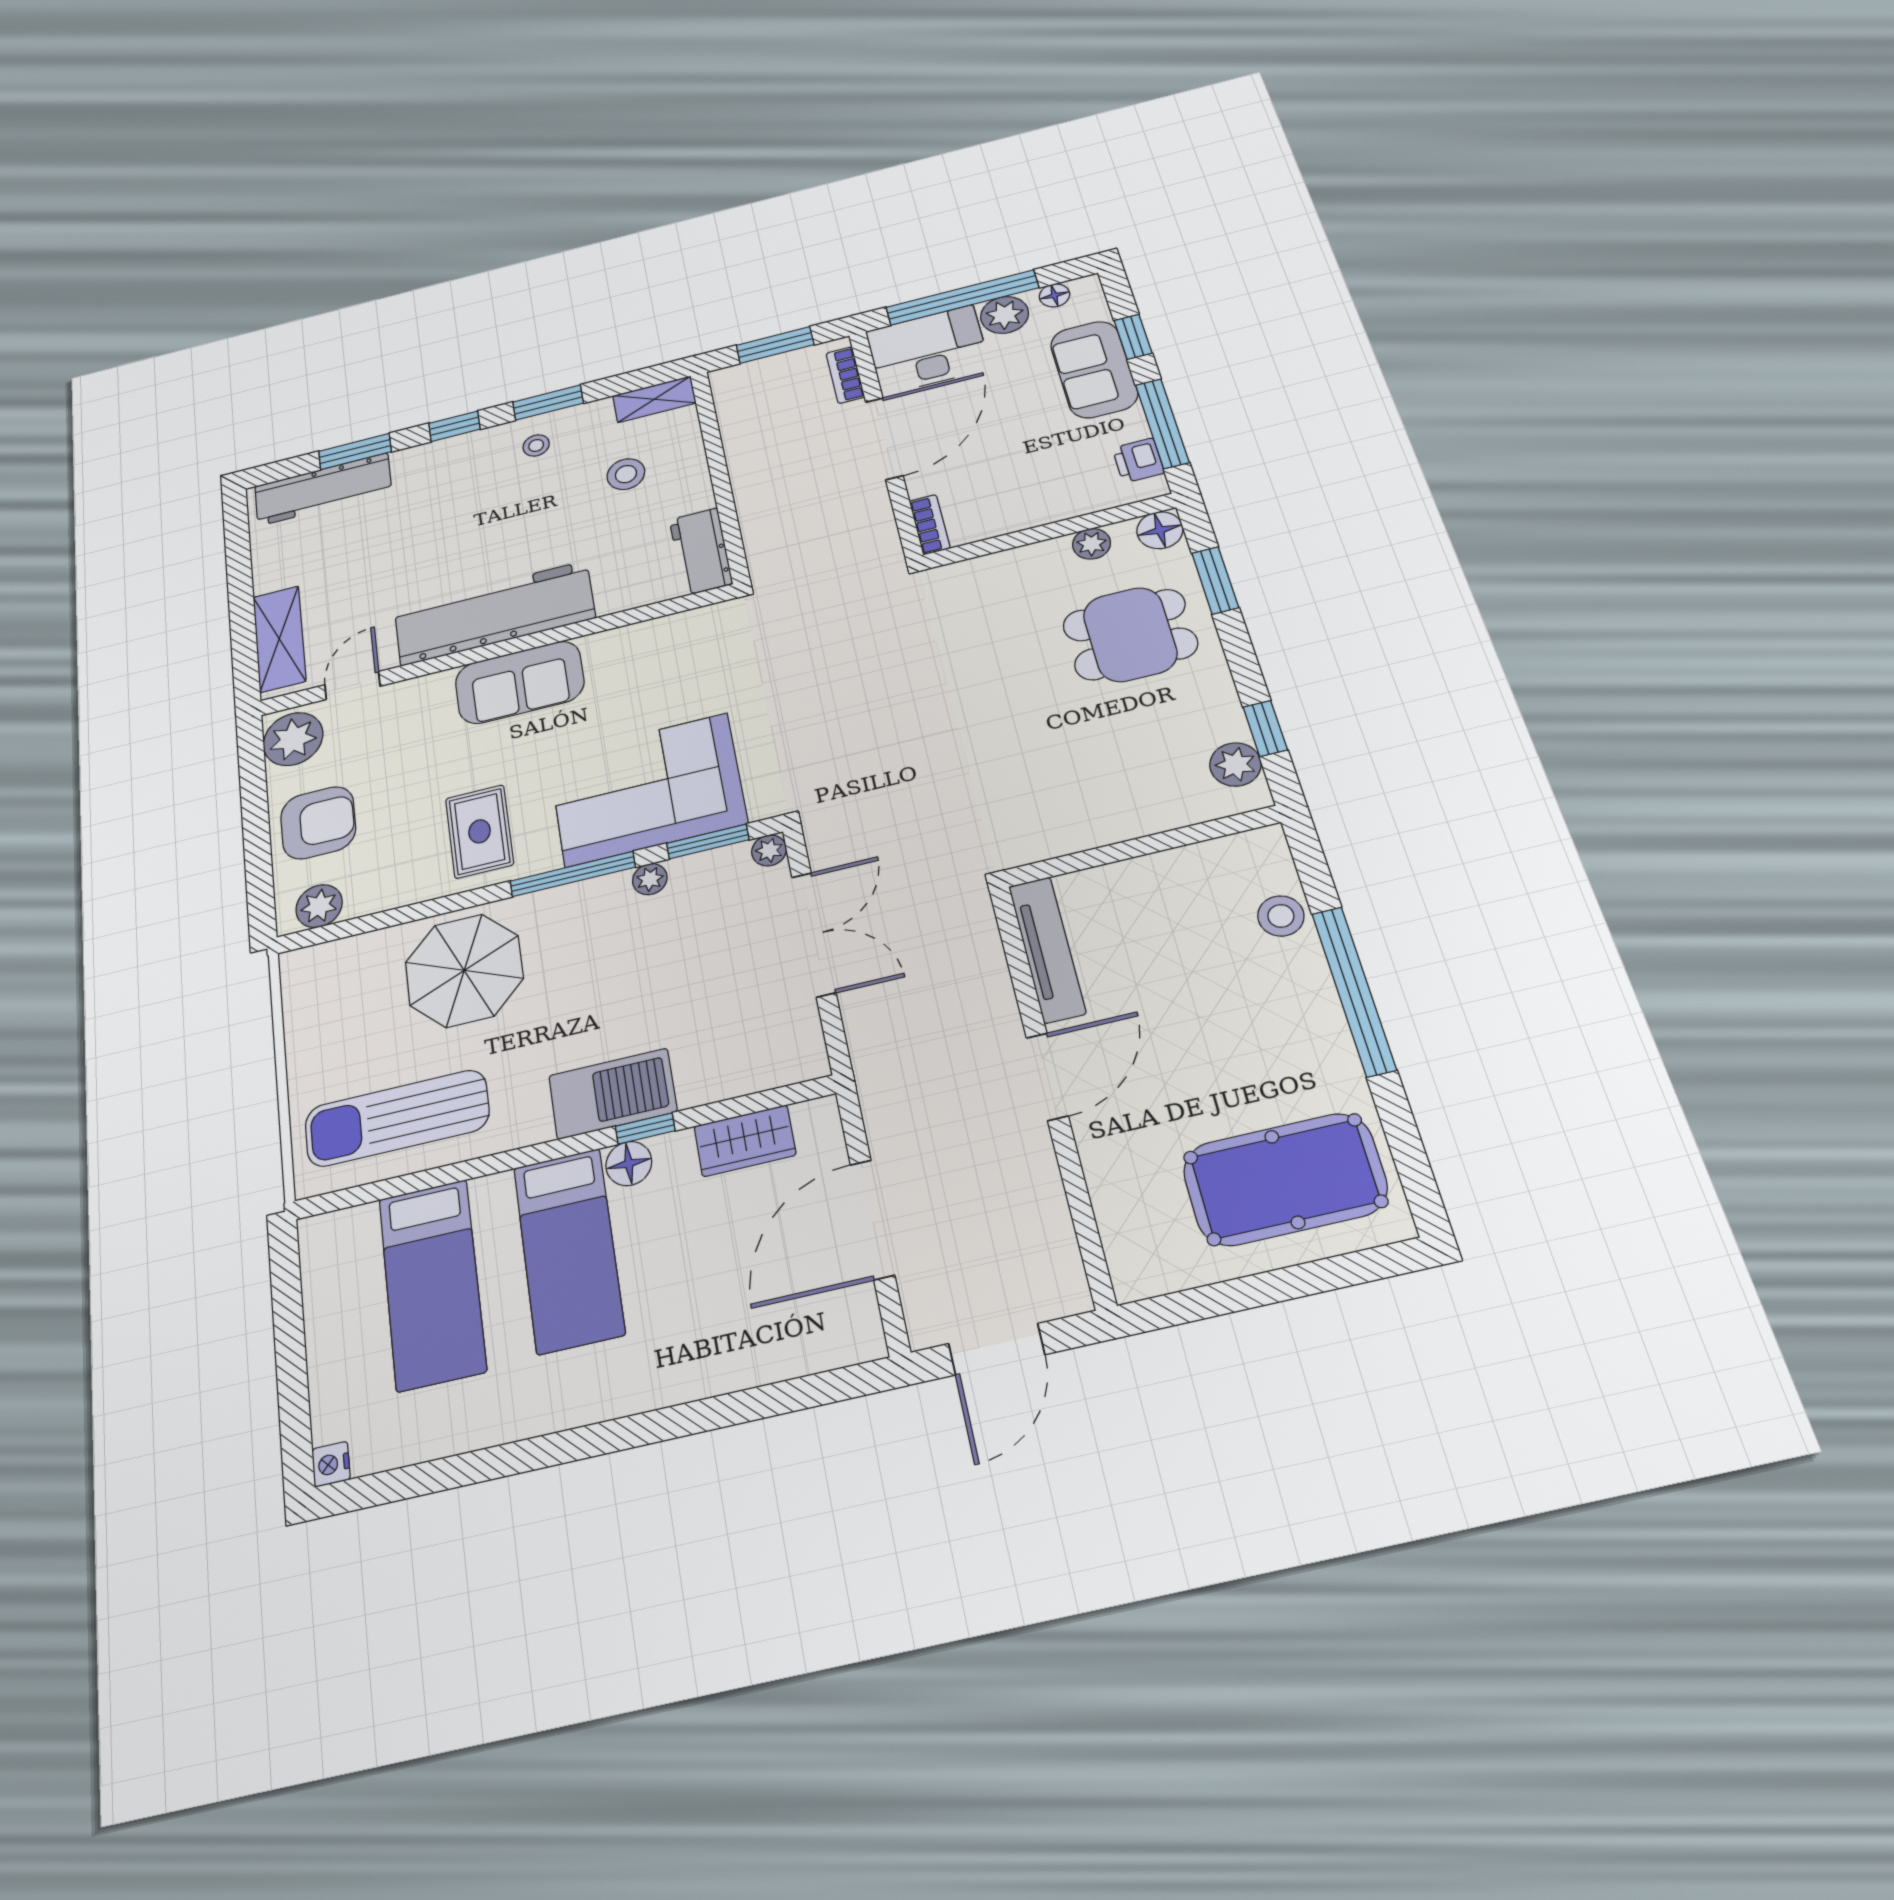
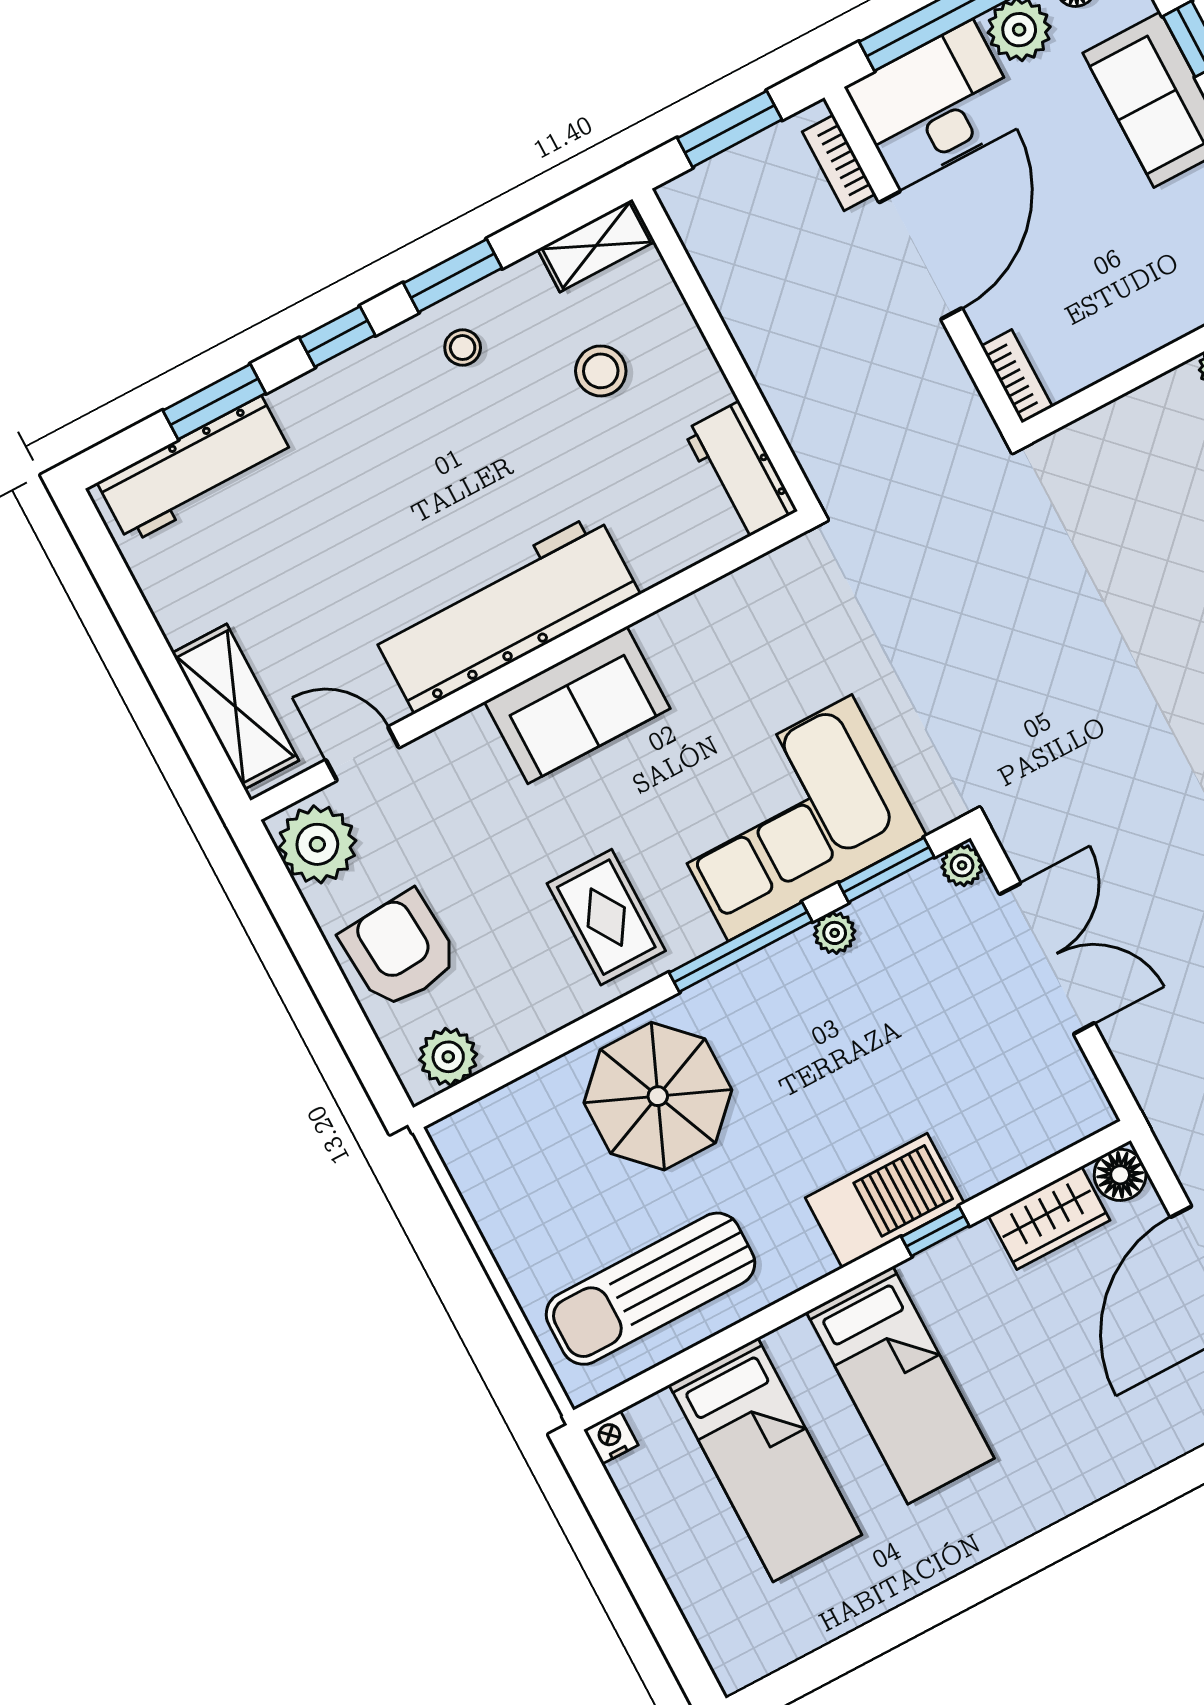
door: (352, 686) -> (362, 754), hinge flipped
armchair: (318, 823) -> (400, 950), turned -94
floor lamp: (629, 1164) -> (1120, 1175), moved
nightstand: (331, 1464) -> (611, 1437), moved, turned 90

